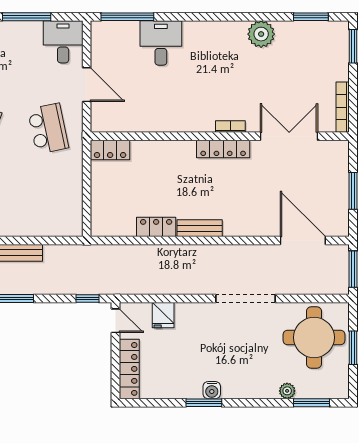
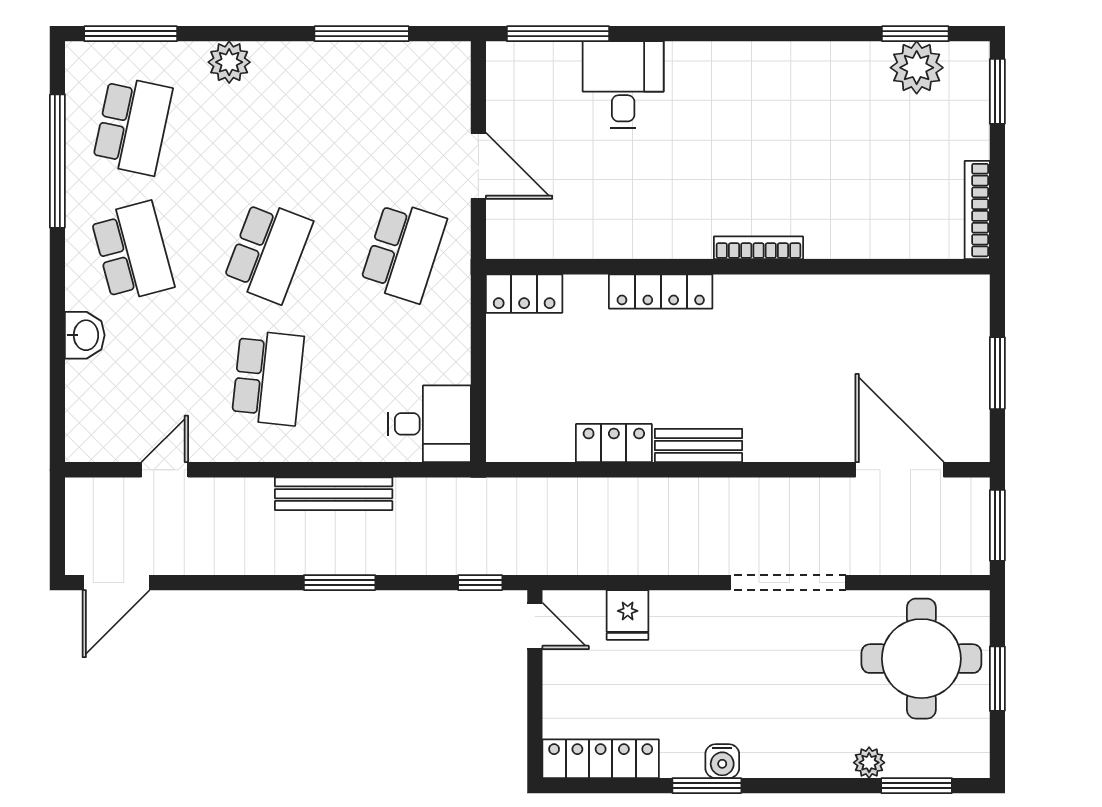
plant: (261, 34) -> (917, 68), moved
desk: (63, 42) -> (430, 424), moved, turned 90
bookcase: (230, 127) -> (758, 248), width x1.56
school desk: (48, 129) -> (403, 252), turned 30
double door: (289, 136) -> (873, 267), removed
locker: (223, 149) -> (661, 291), moved
locker: (129, 369) -> (601, 759), moved, turned -90

